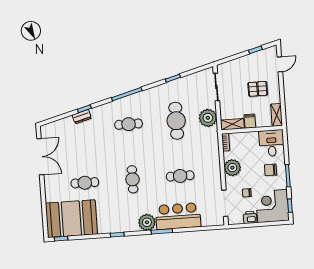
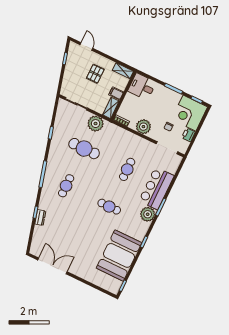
chair: (271, 170) -> (162, 99), removed
cafe table: (85, 183) -> (91, 244), removed
booth: (71, 219) -> (119, 255), moved

